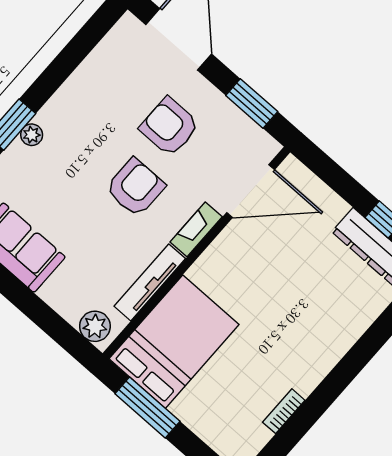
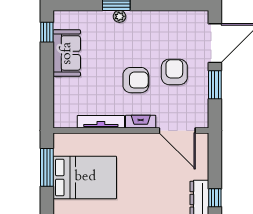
window: (252, 104) -> (215, 85), moved
plant: (95, 326) -> (62, 115), removed
bed: (174, 342) -> (85, 177), moved

